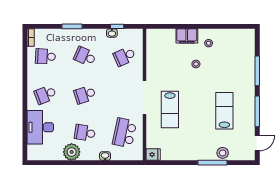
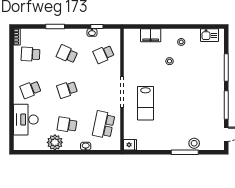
filing cabinet: (187, 36) -> (151, 35), moved
kitchen sink: (239, 36) -> (210, 35), added
lab bench: (224, 111) -> (196, 104), removed

